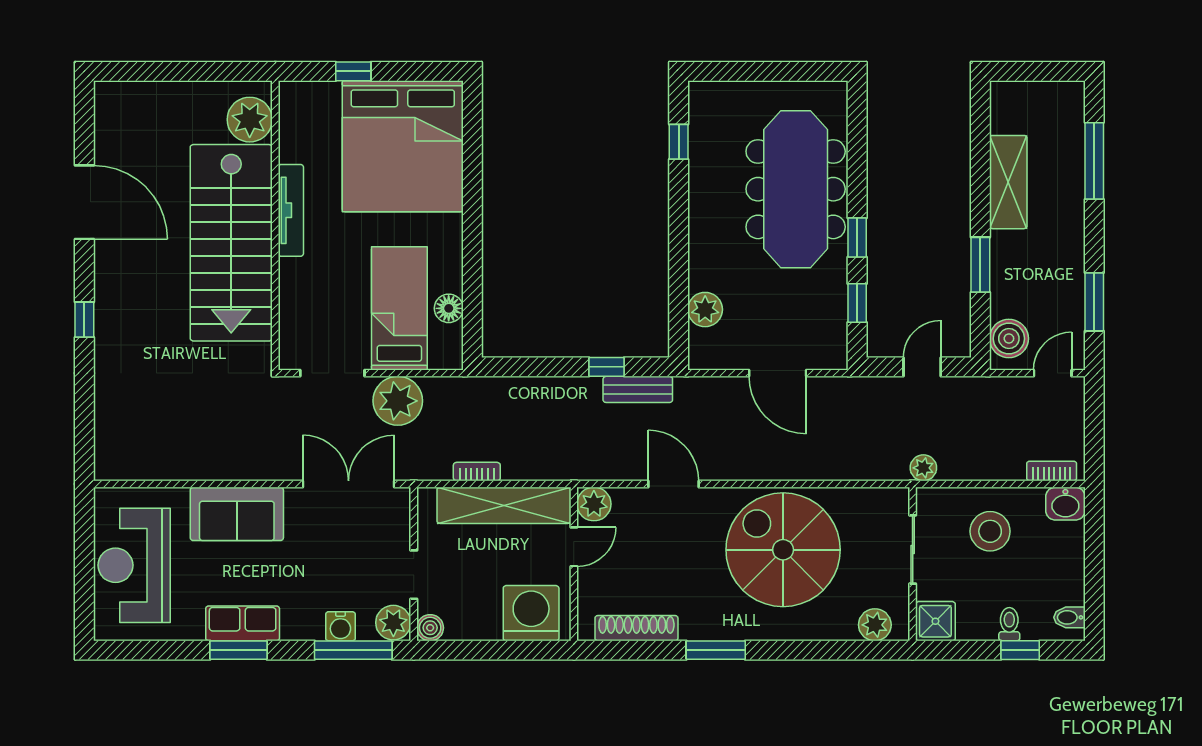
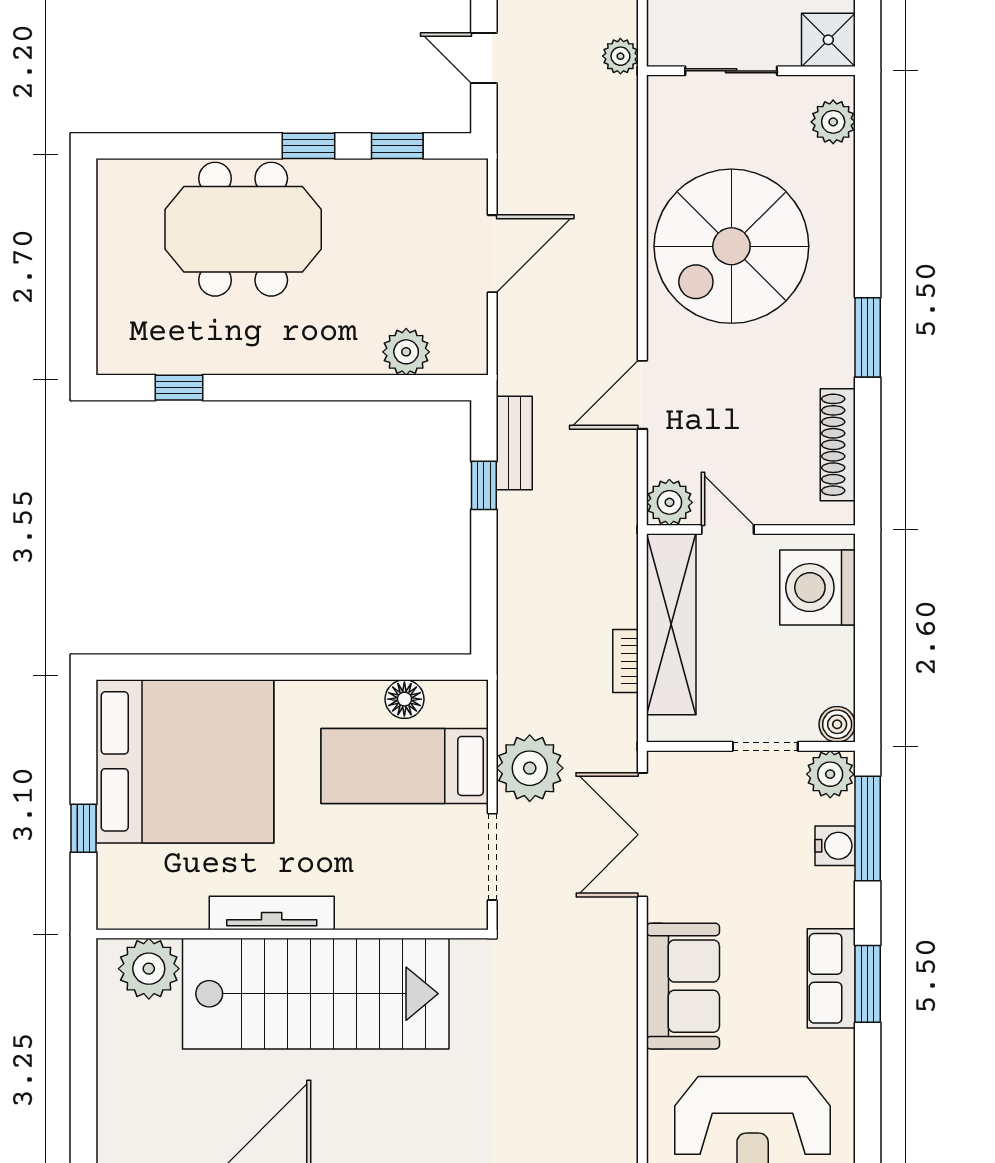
meeting table: (796, 189) -> (243, 229), width x0.73

